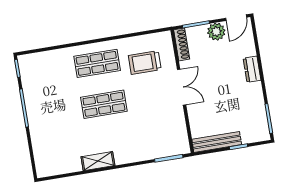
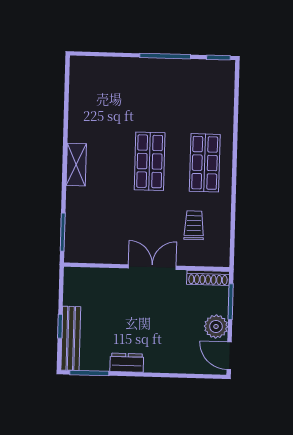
trolley: (145, 62) -> (194, 225), width x0.73, depth x0.72
dresser: (252, 69) -> (127, 363), moved
double door: (182, 87) -> (152, 267), swing flipped
bench: (217, 142) -> (71, 338), moved
shelving: (98, 161) -> (76, 165), moved

